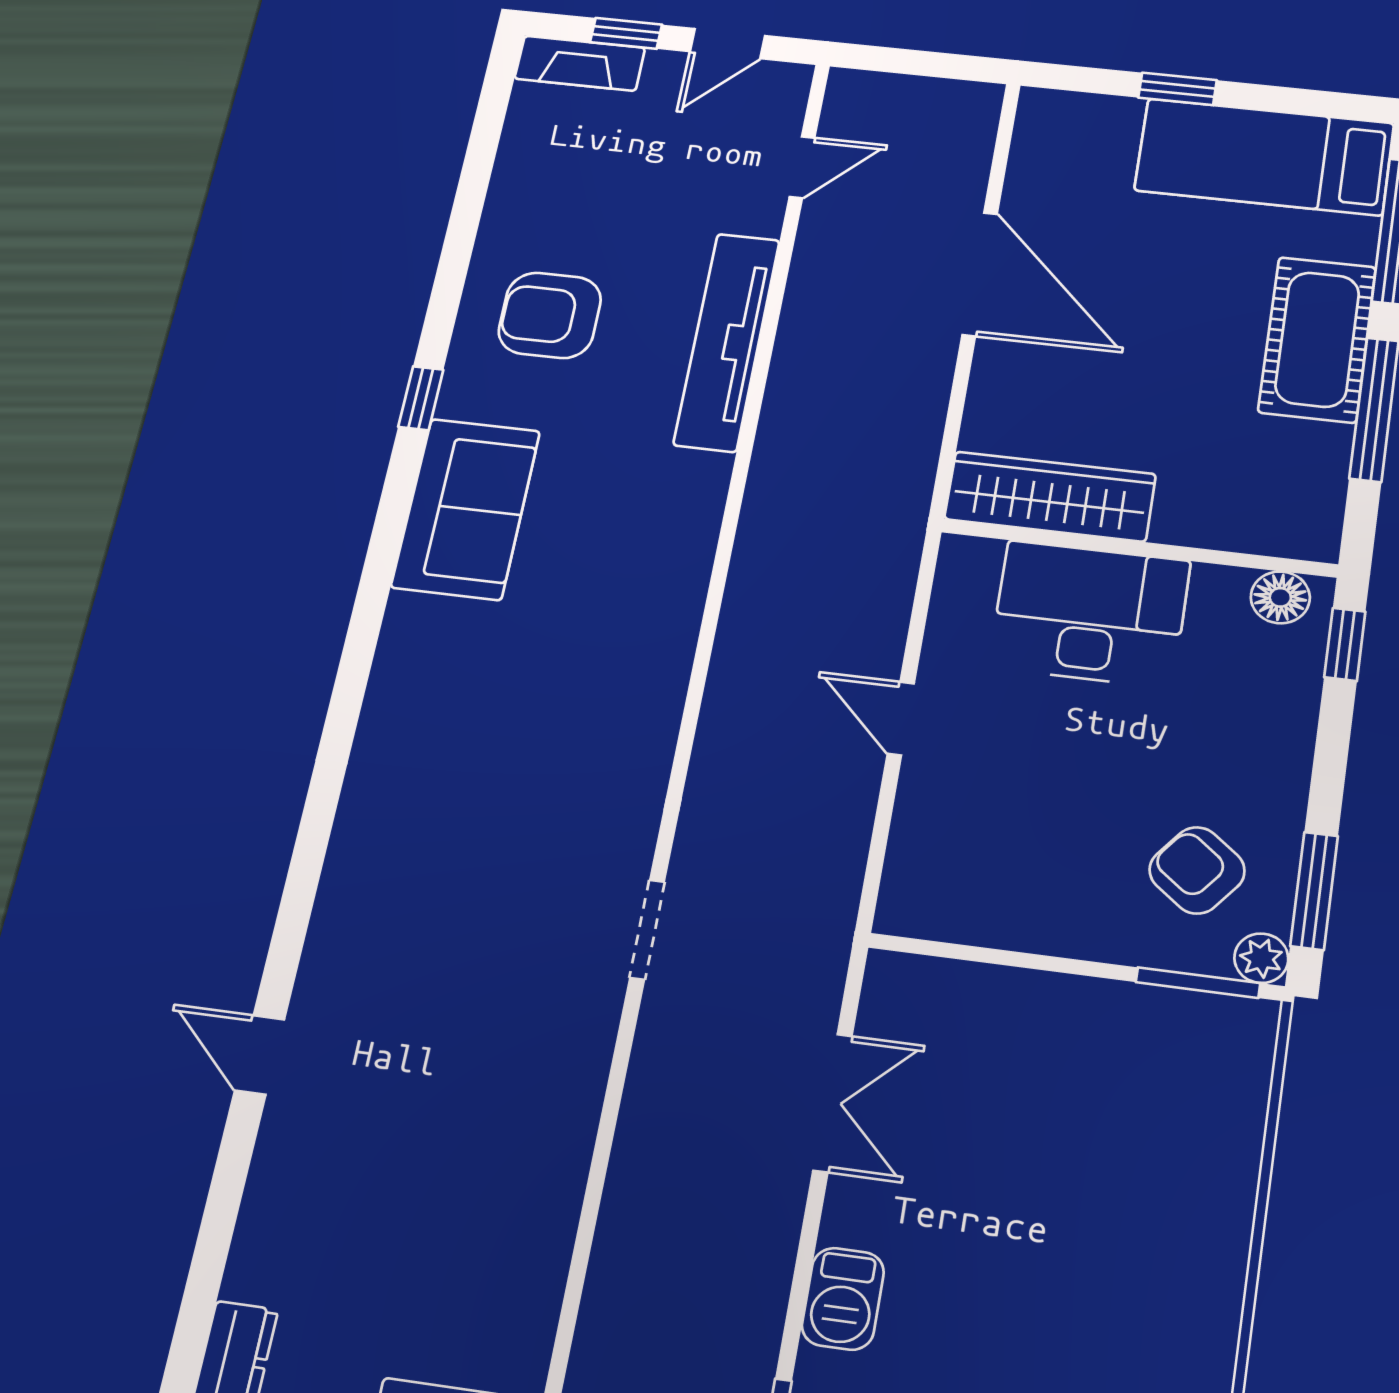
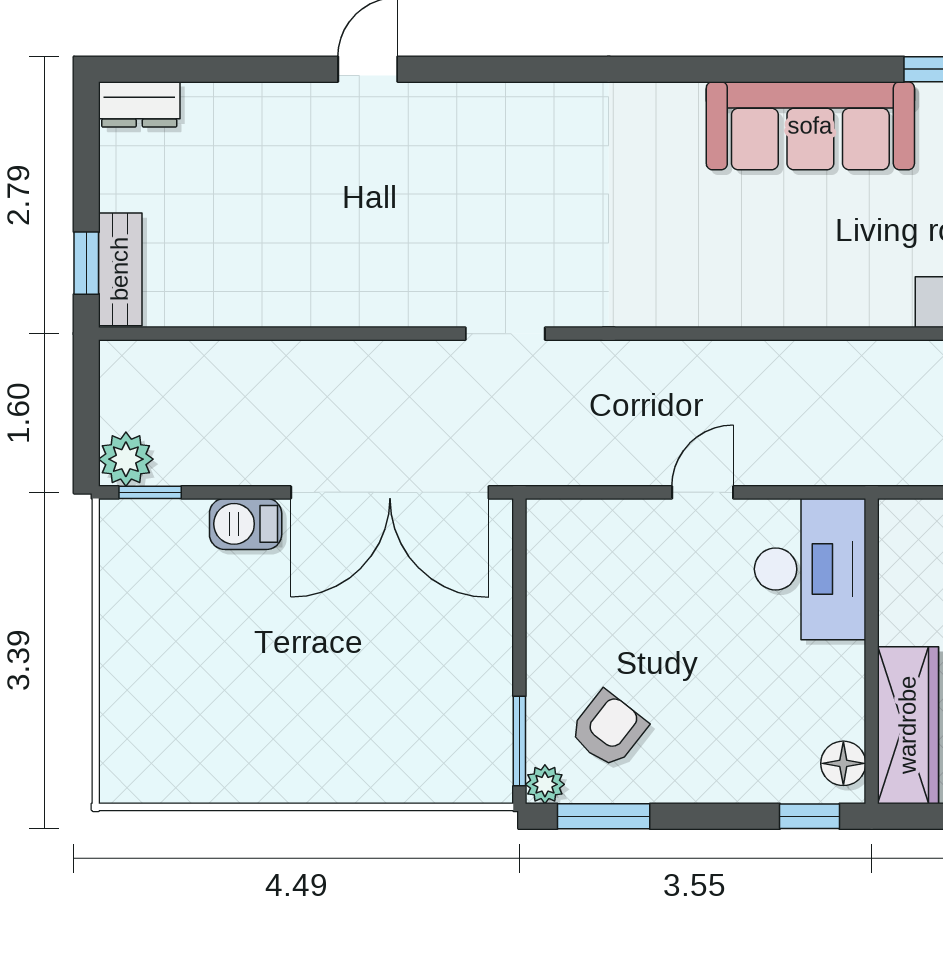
wardrobe: (1050, 497) -> (908, 725), moved
sofa: (466, 509) -> (810, 126), width x1.36
desk: (1090, 614) -> (810, 569), moved
double door: (833, 1103) -> (390, 492), width x1.87

